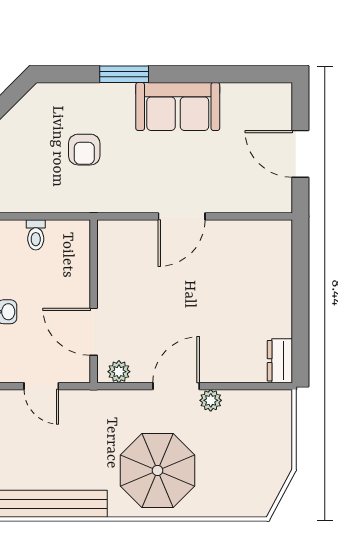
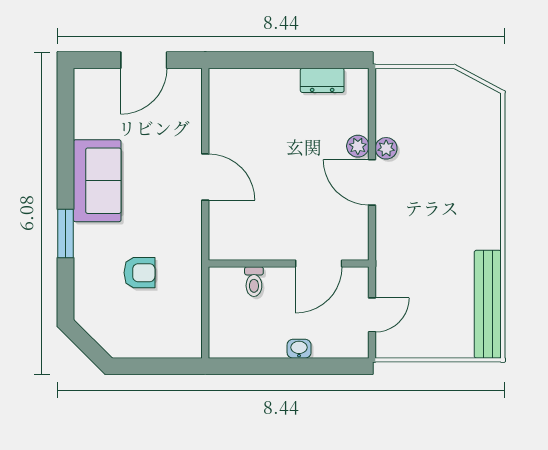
toilet: (36, 235) -> (254, 282), moved, turned 90
dresser: (280, 361) -> (322, 80), moved
plant: (119, 372) -> (358, 146), moved
parasol: (158, 470) -> (455, 201), removed

